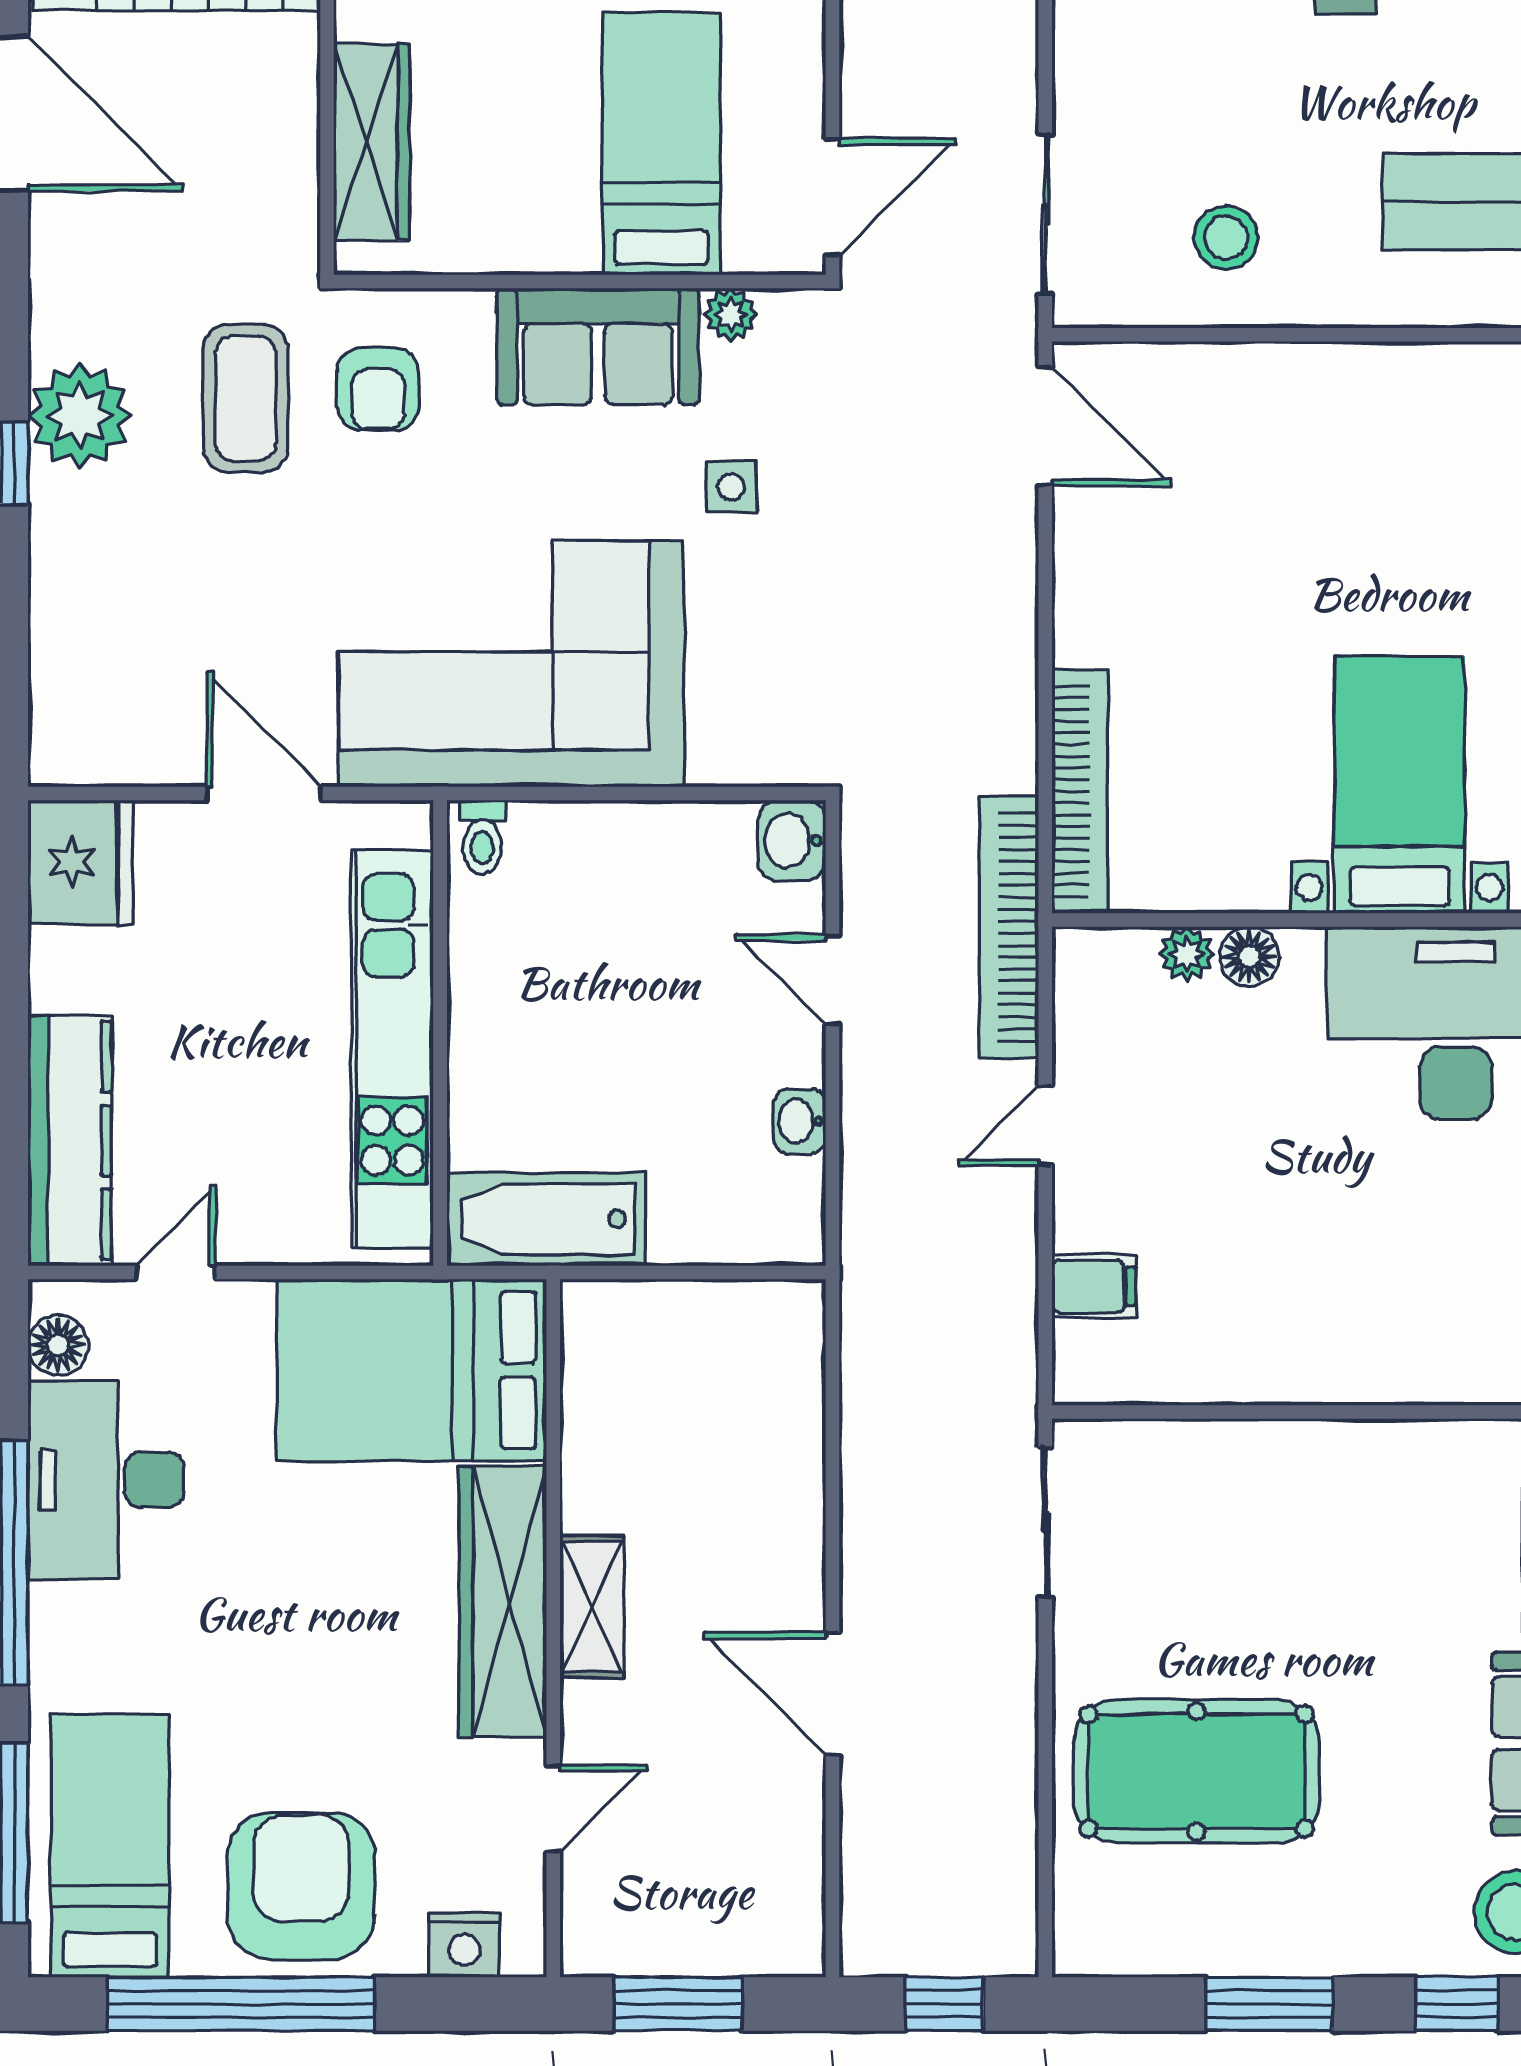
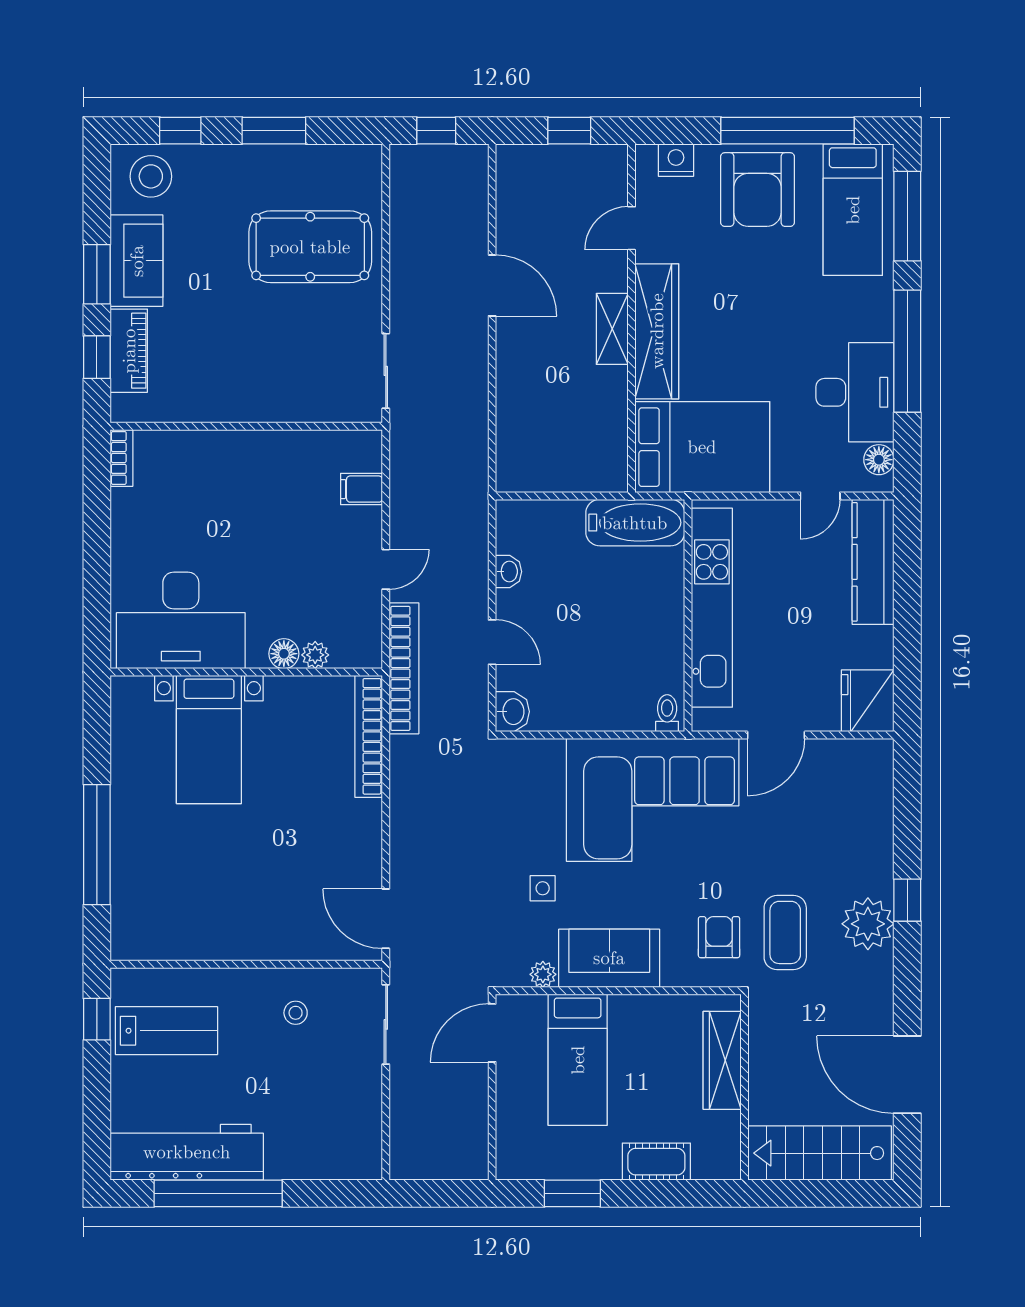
stool: (1226, 238) -> (296, 1013), width x0.73, depth x0.73
door: (264, 794) -> (776, 735), hinge flipped
window: (678, 2004) -> (569, 131), width x0.67

